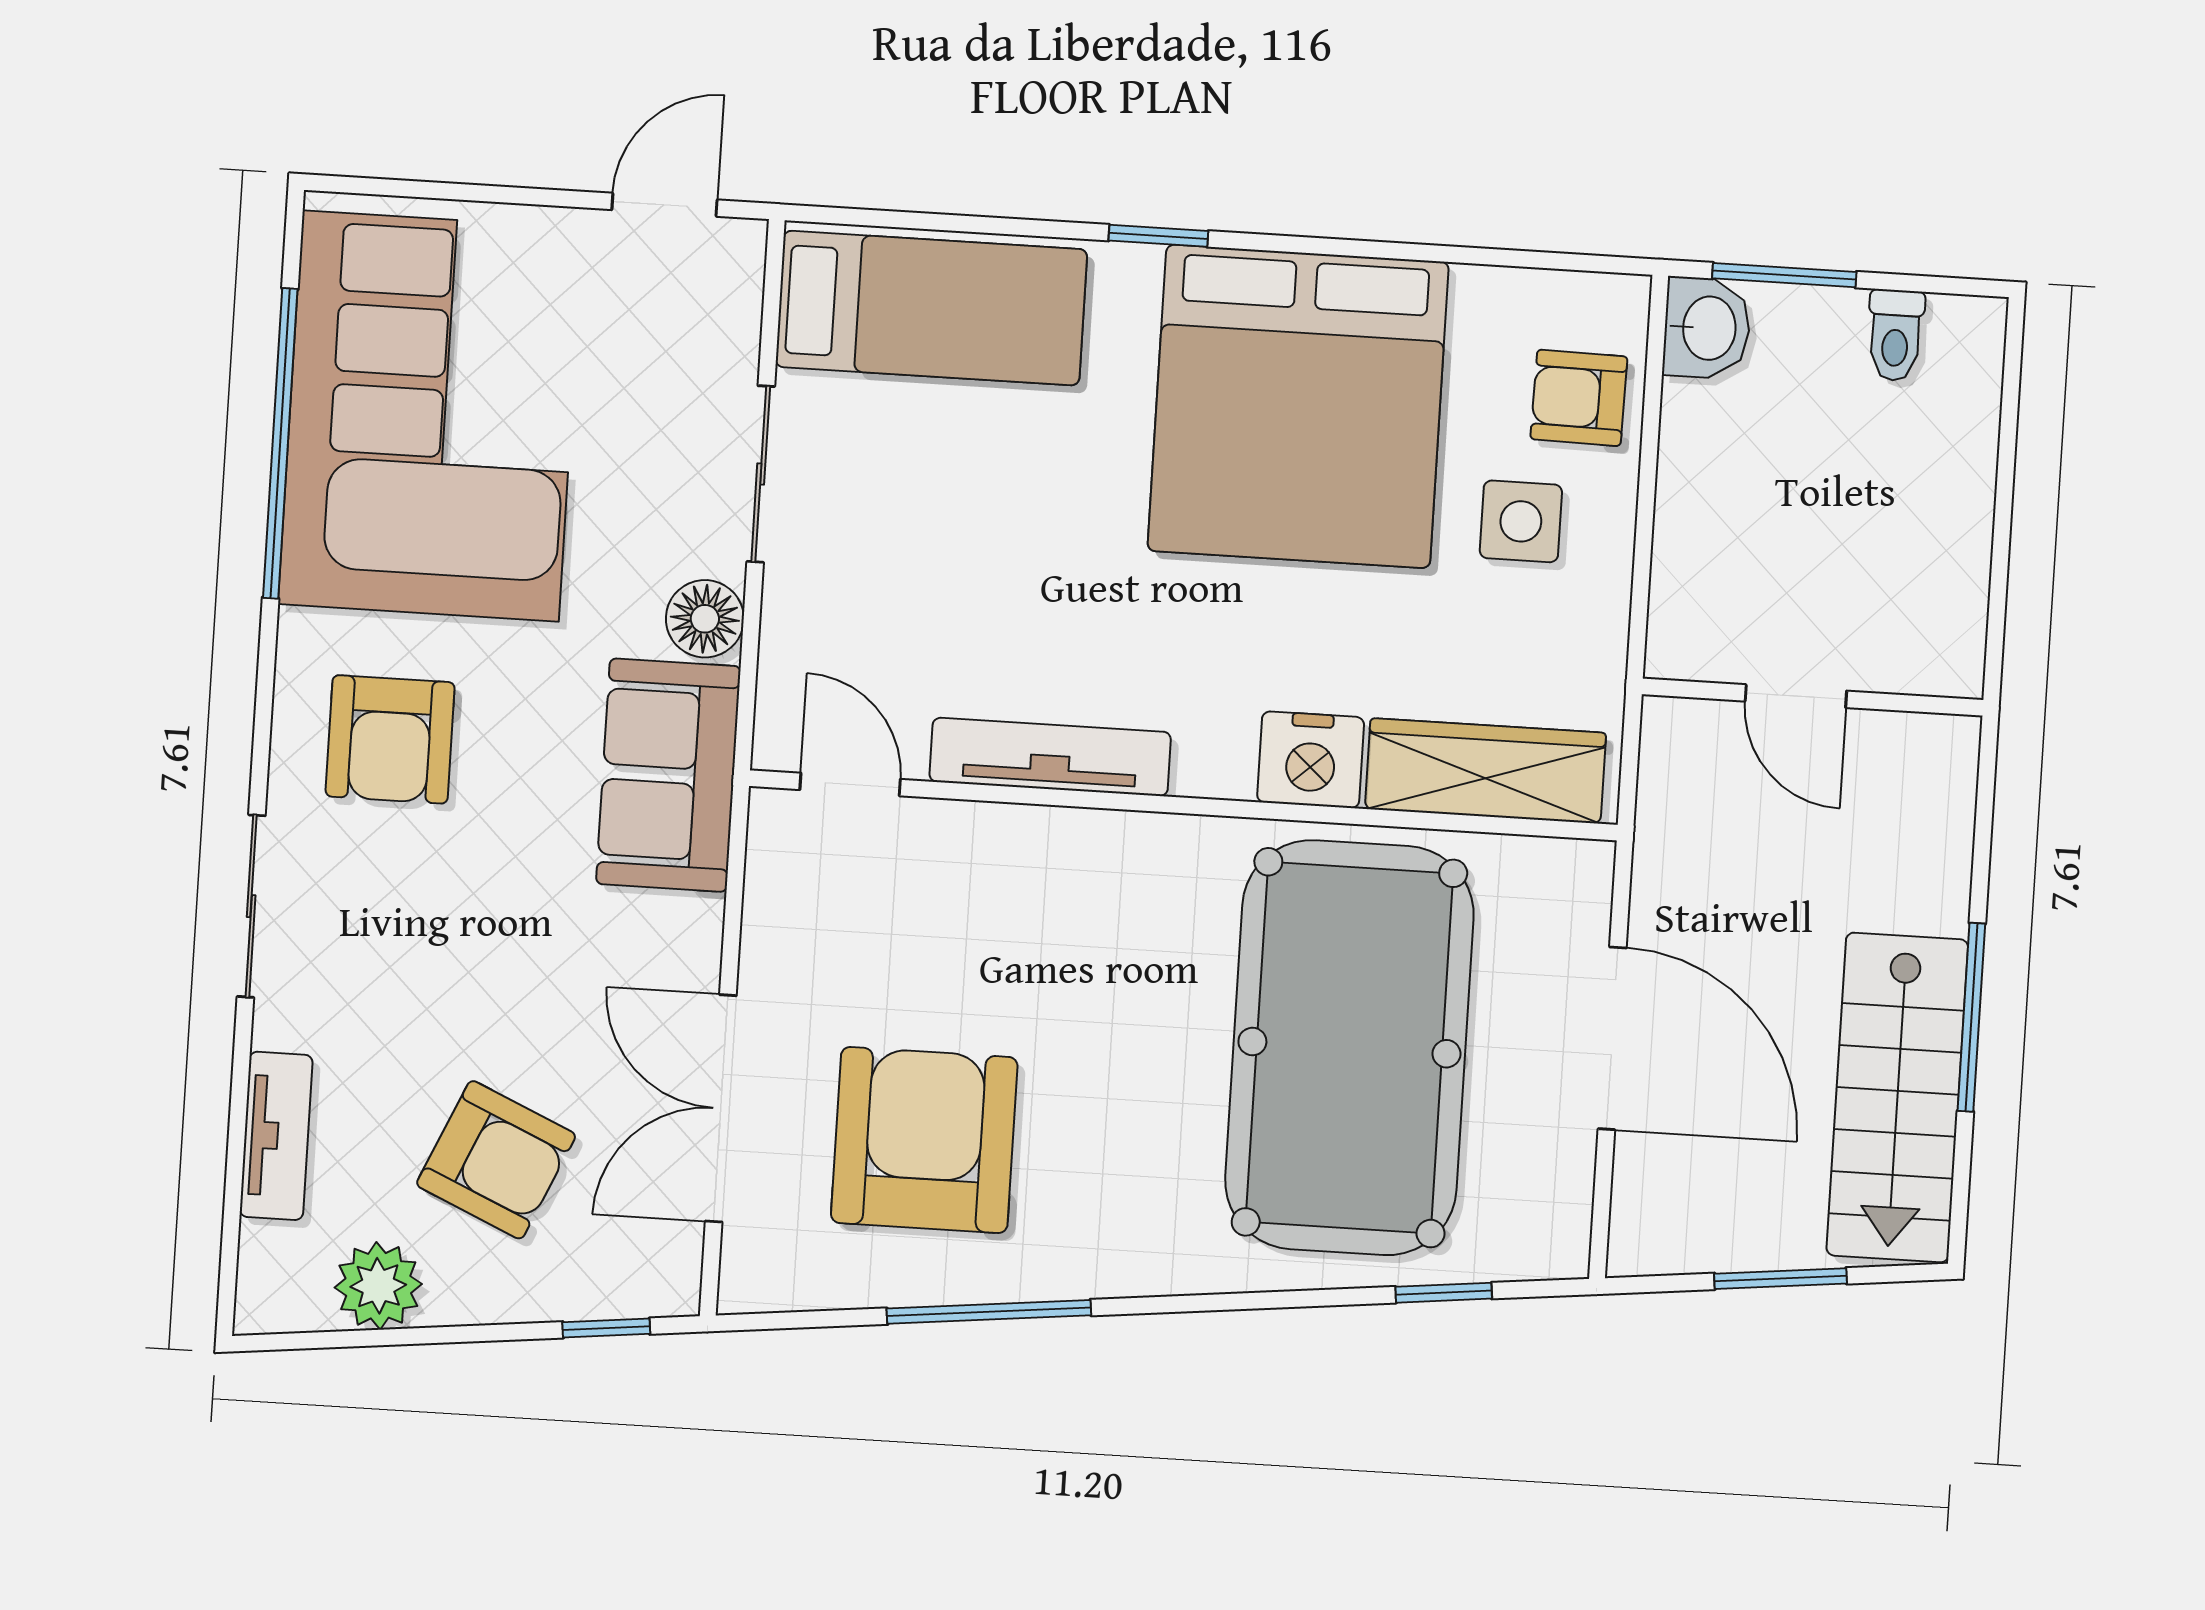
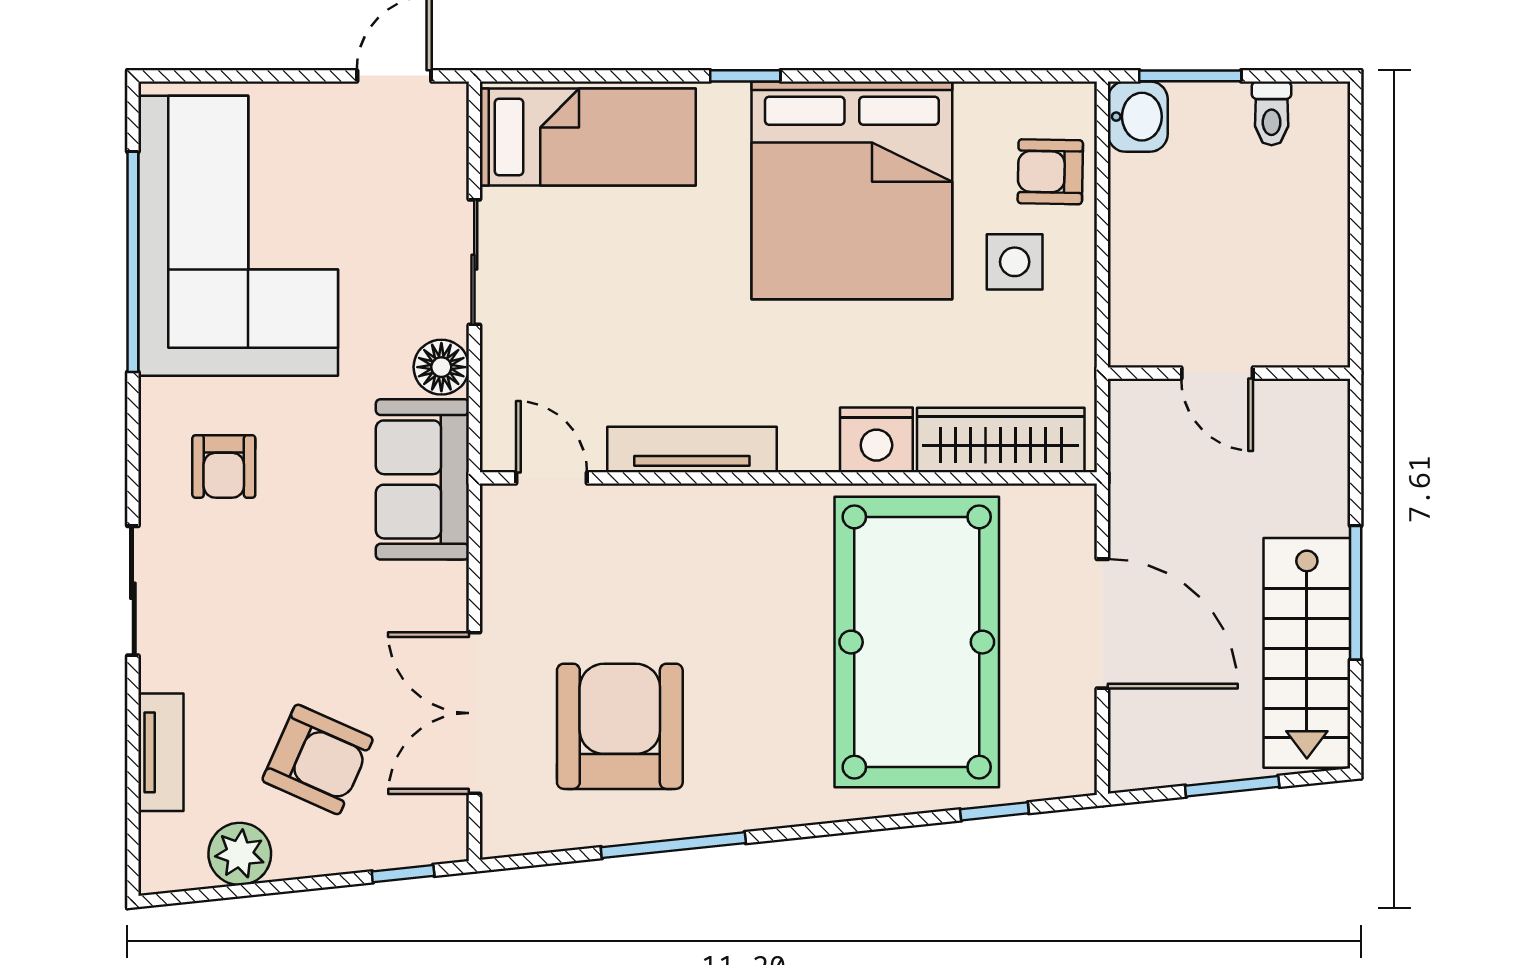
armchair: (390, 739) -> (224, 466), width x0.72, depth x0.72

